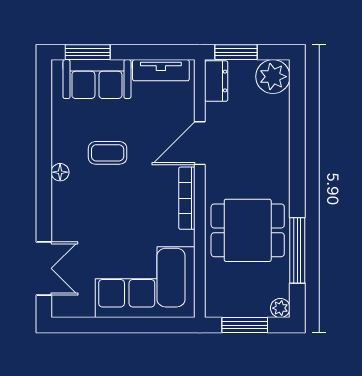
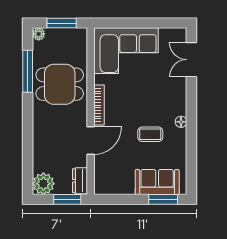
tv unit: (161, 70) -> (116, 188), removed

